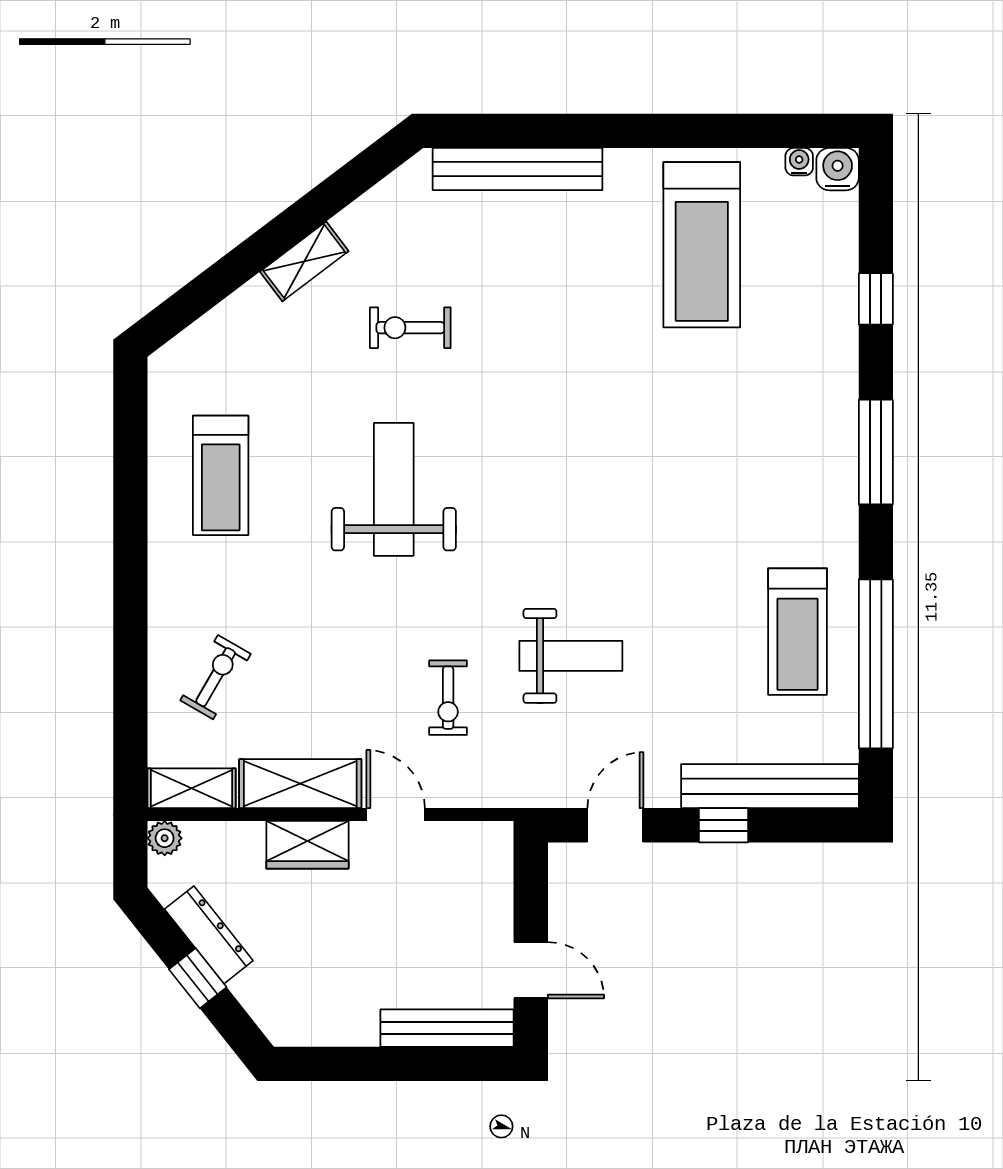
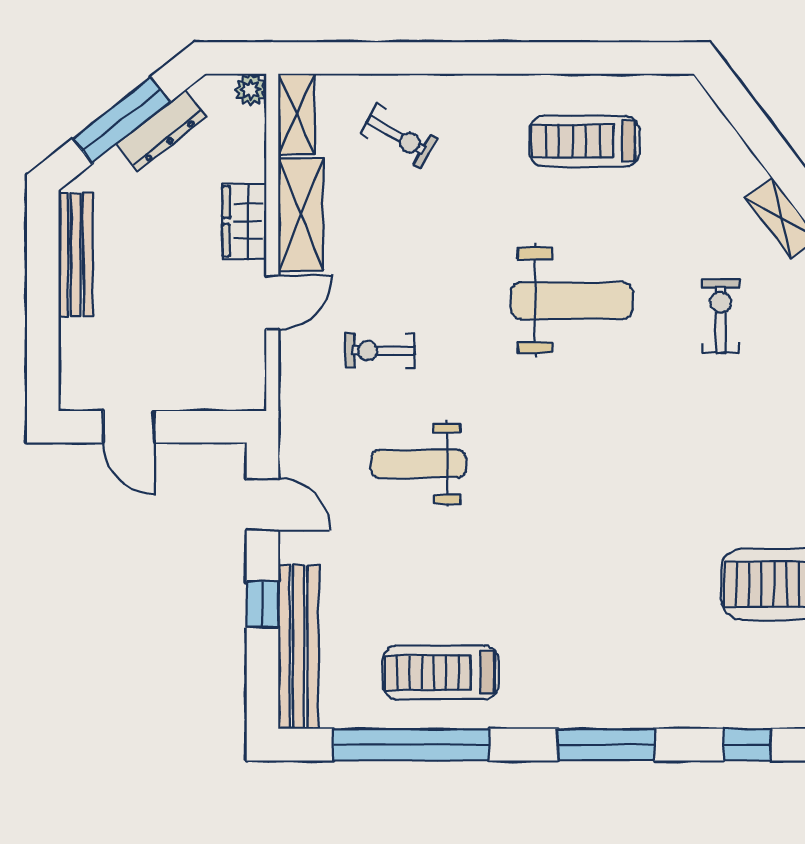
weight bench: (571, 656) -> (418, 464), turned 90
door: (531, 970) -> (129, 427), hinge flipped
window: (198, 978) -> (122, 120), width x2.17
bench: (447, 1028) -> (76, 255), moved

